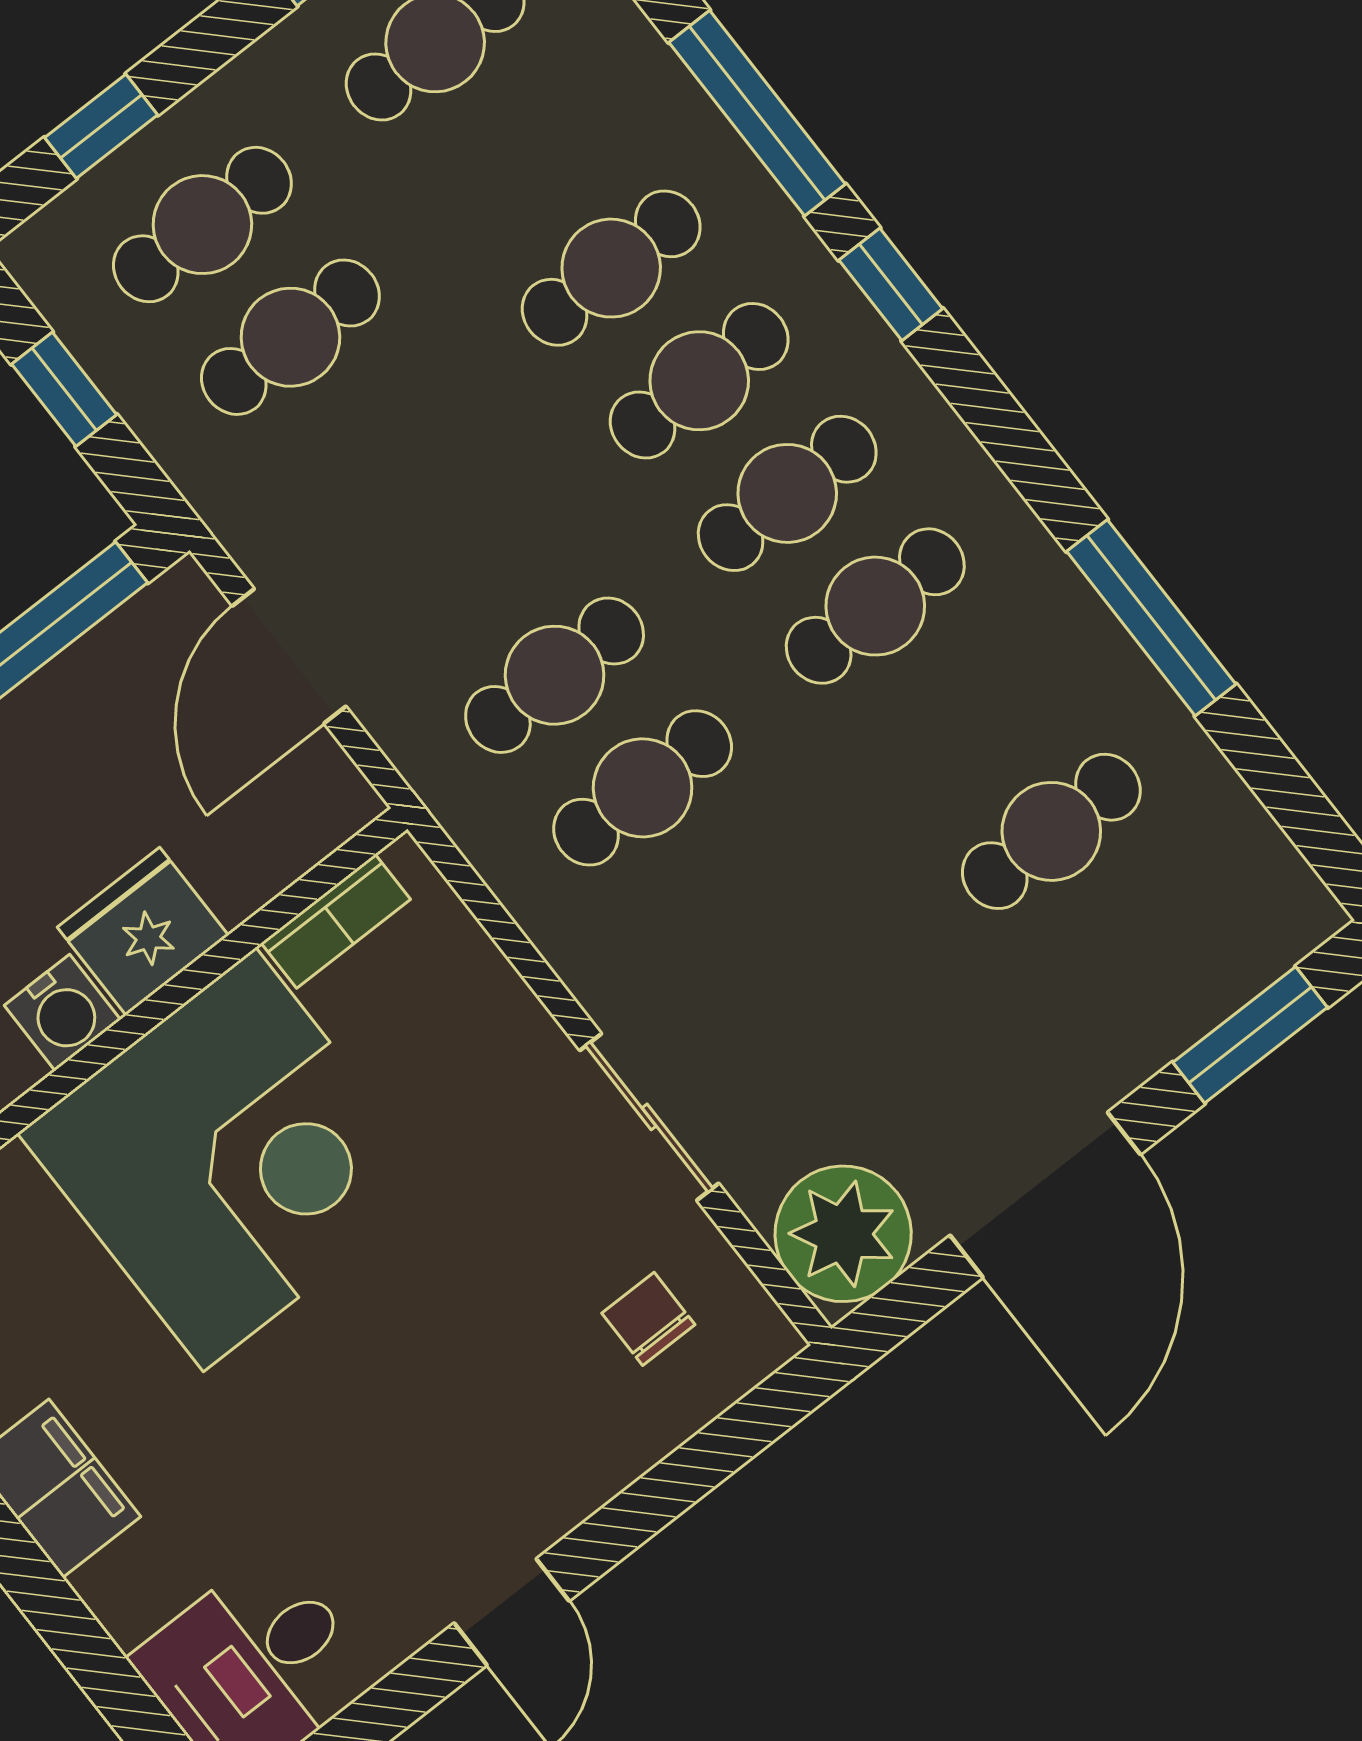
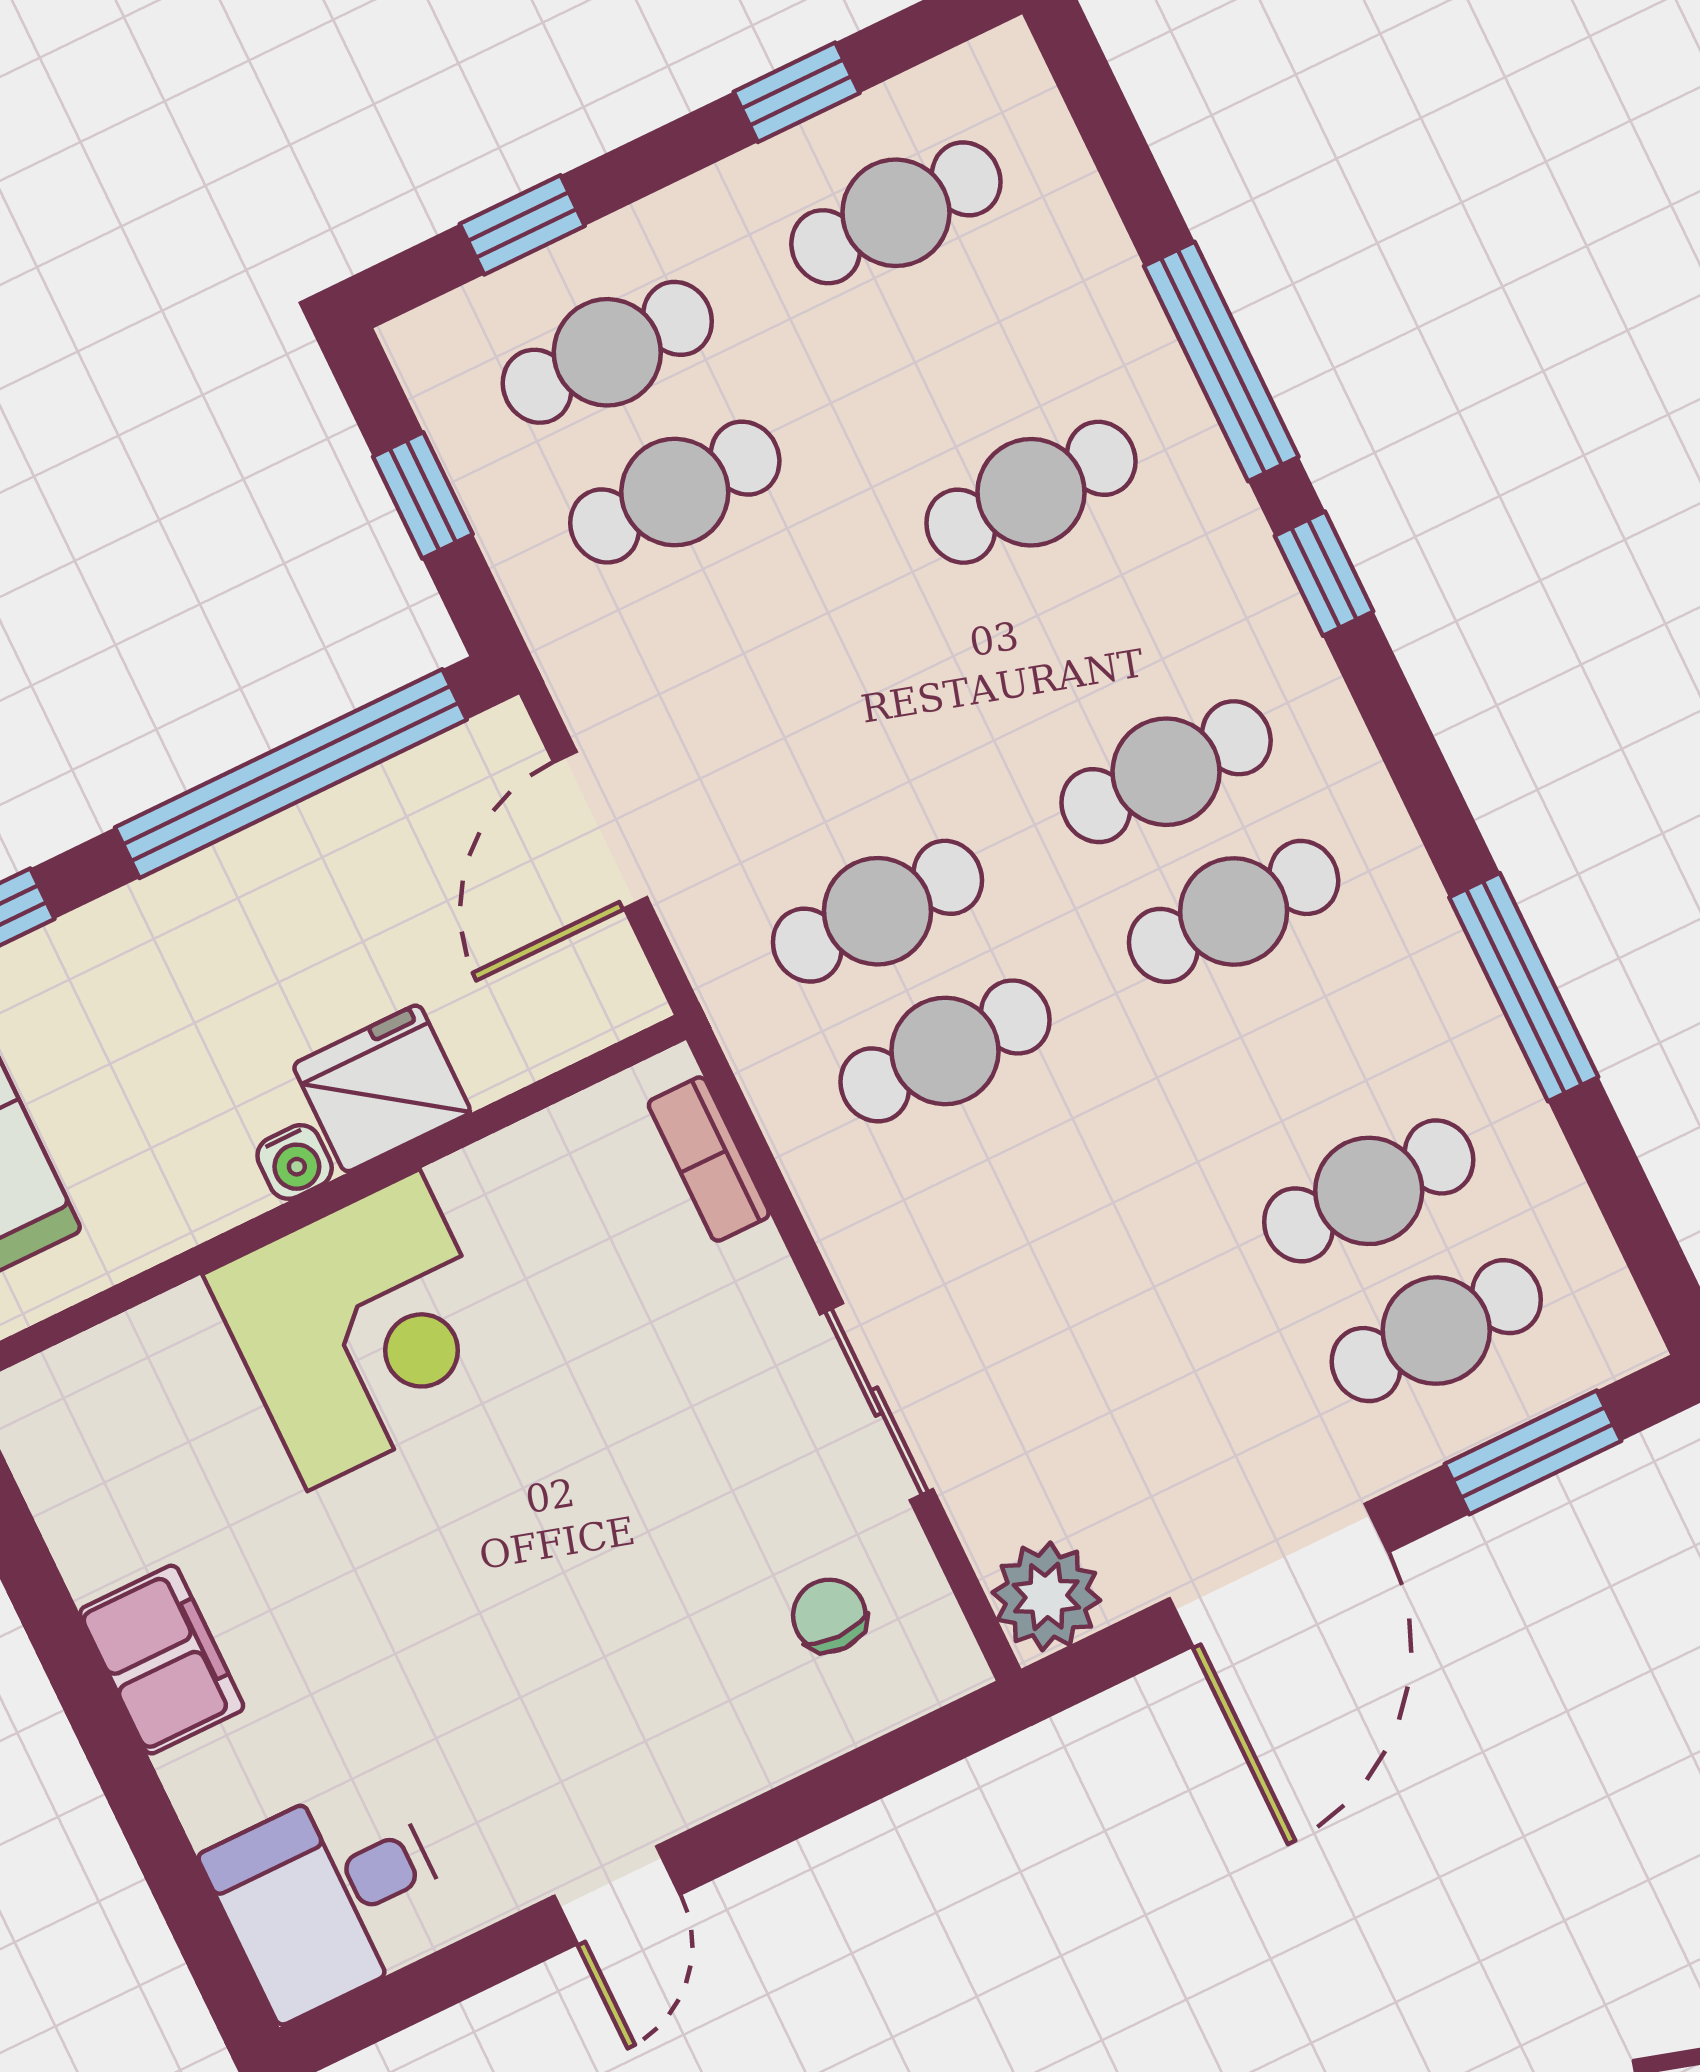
cafe table: (699, 381) -> (1436, 1331), moved
bookcase: (336, 921) -> (709, 1159), moved, turned 90
water cooler: (62, 1013) -> (295, 1162), width x0.72, depth x0.72
corner desk: (229, 1159) -> (363, 1330), width x0.74, depth x0.74
plant: (843, 1234) -> (1046, 1596), width x0.73, depth x0.73

